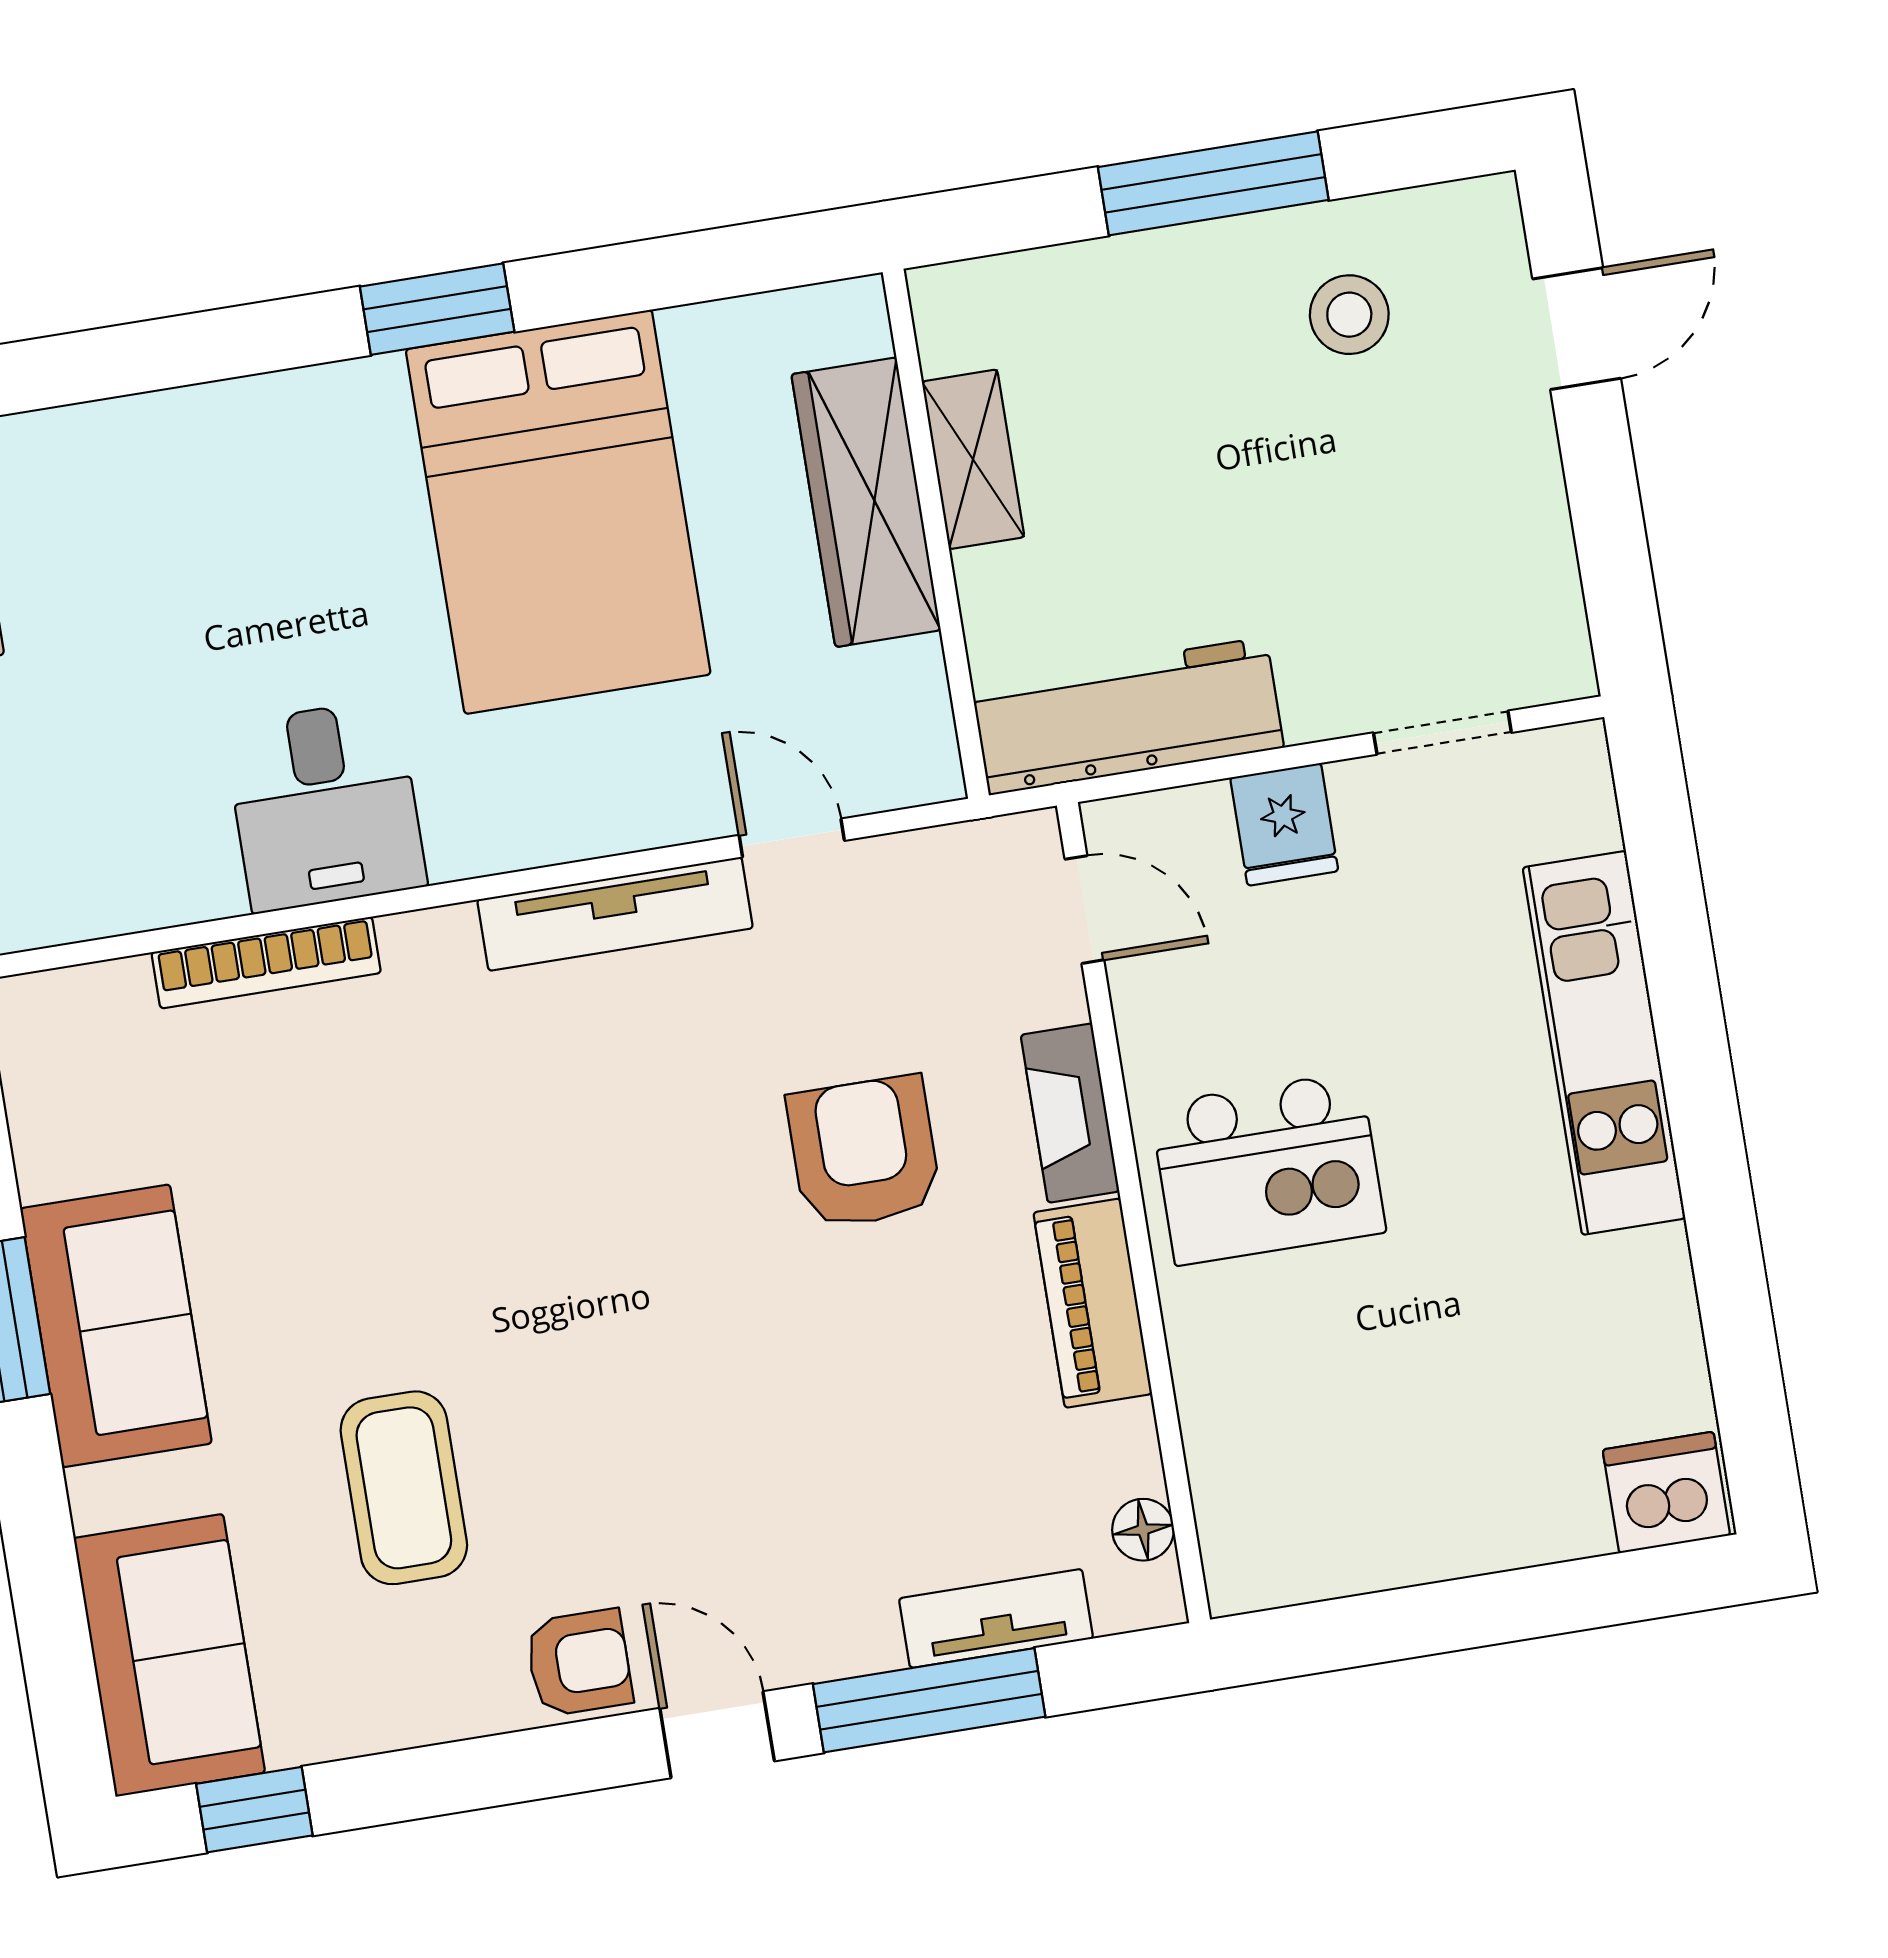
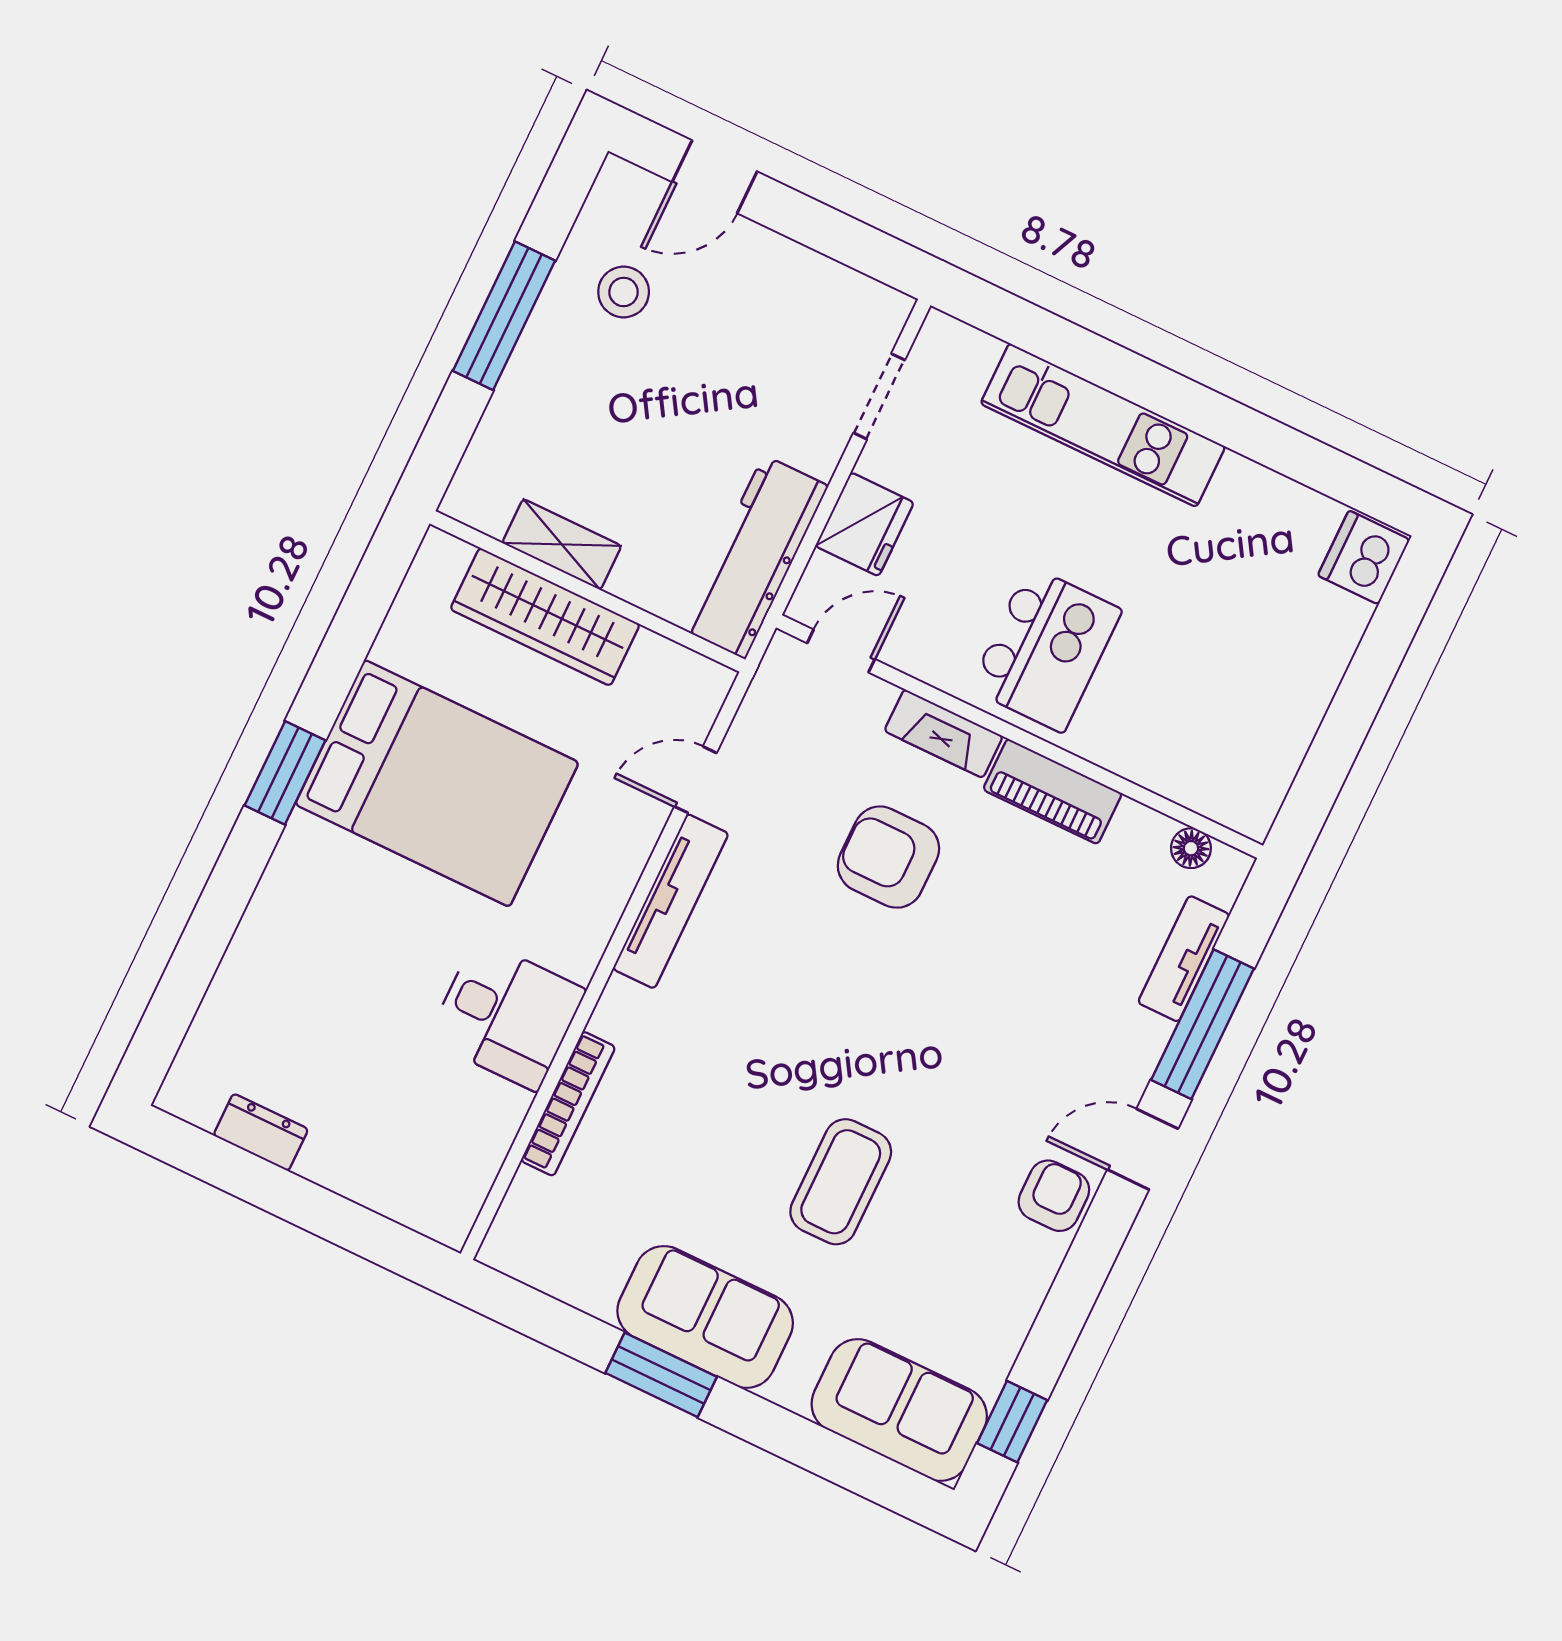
door: (1577, 329) -> (715, 177), swing flipped
fridge: (1284, 824) -> (865, 524), width x1.38
coffee table: (404, 1488) -> (841, 1182), moved, turned 90

